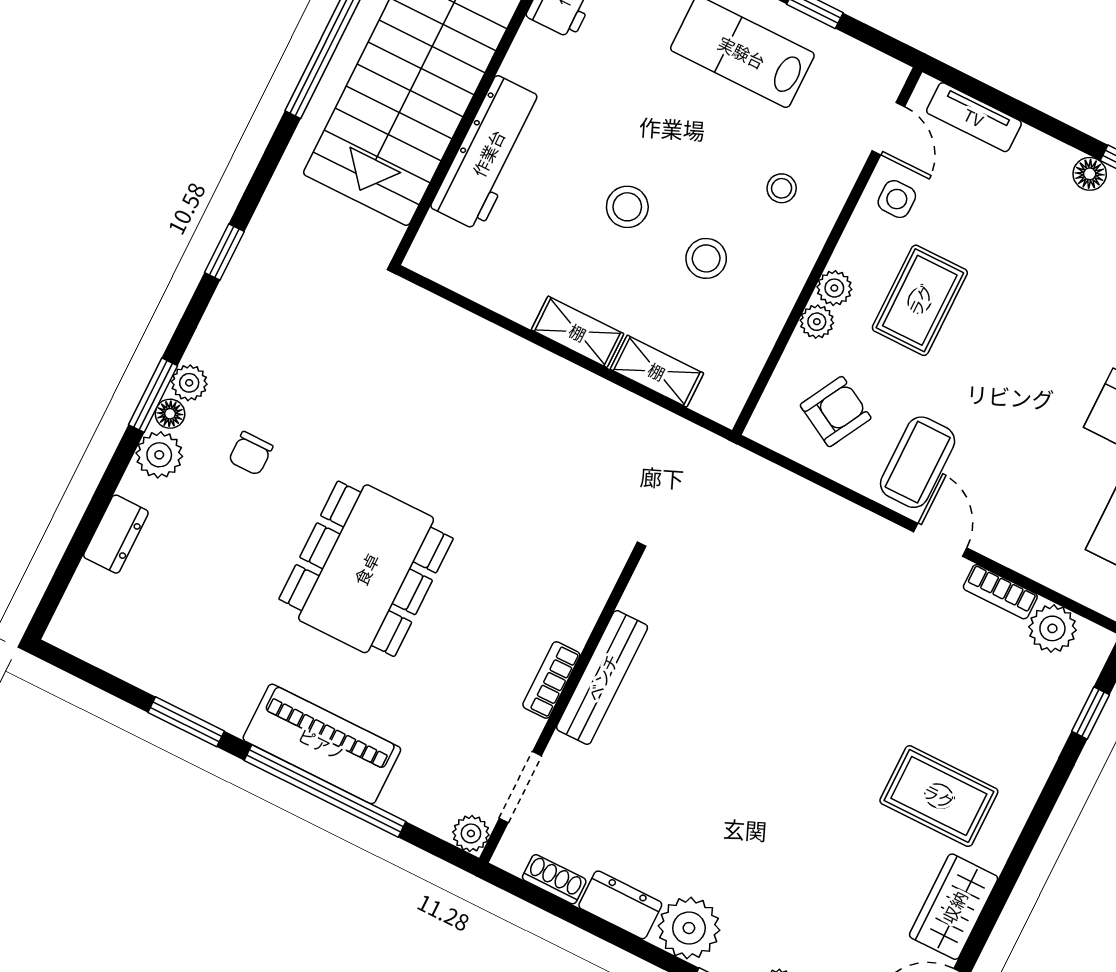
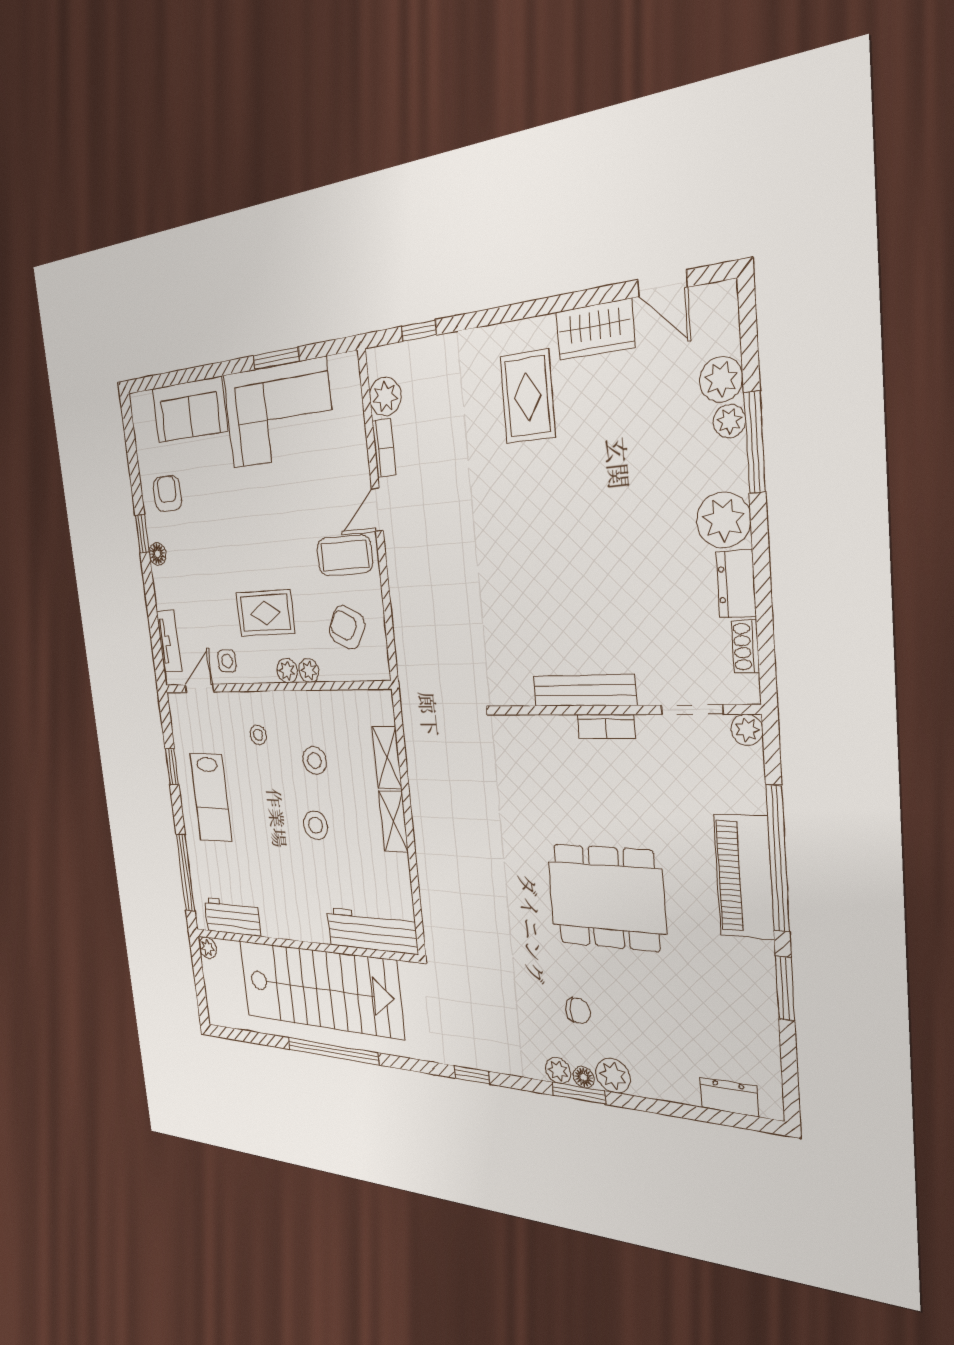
workbench: (488, 153) -> (372, 931), moved
dresser: (116, 534) -> (729, 1097), moved

